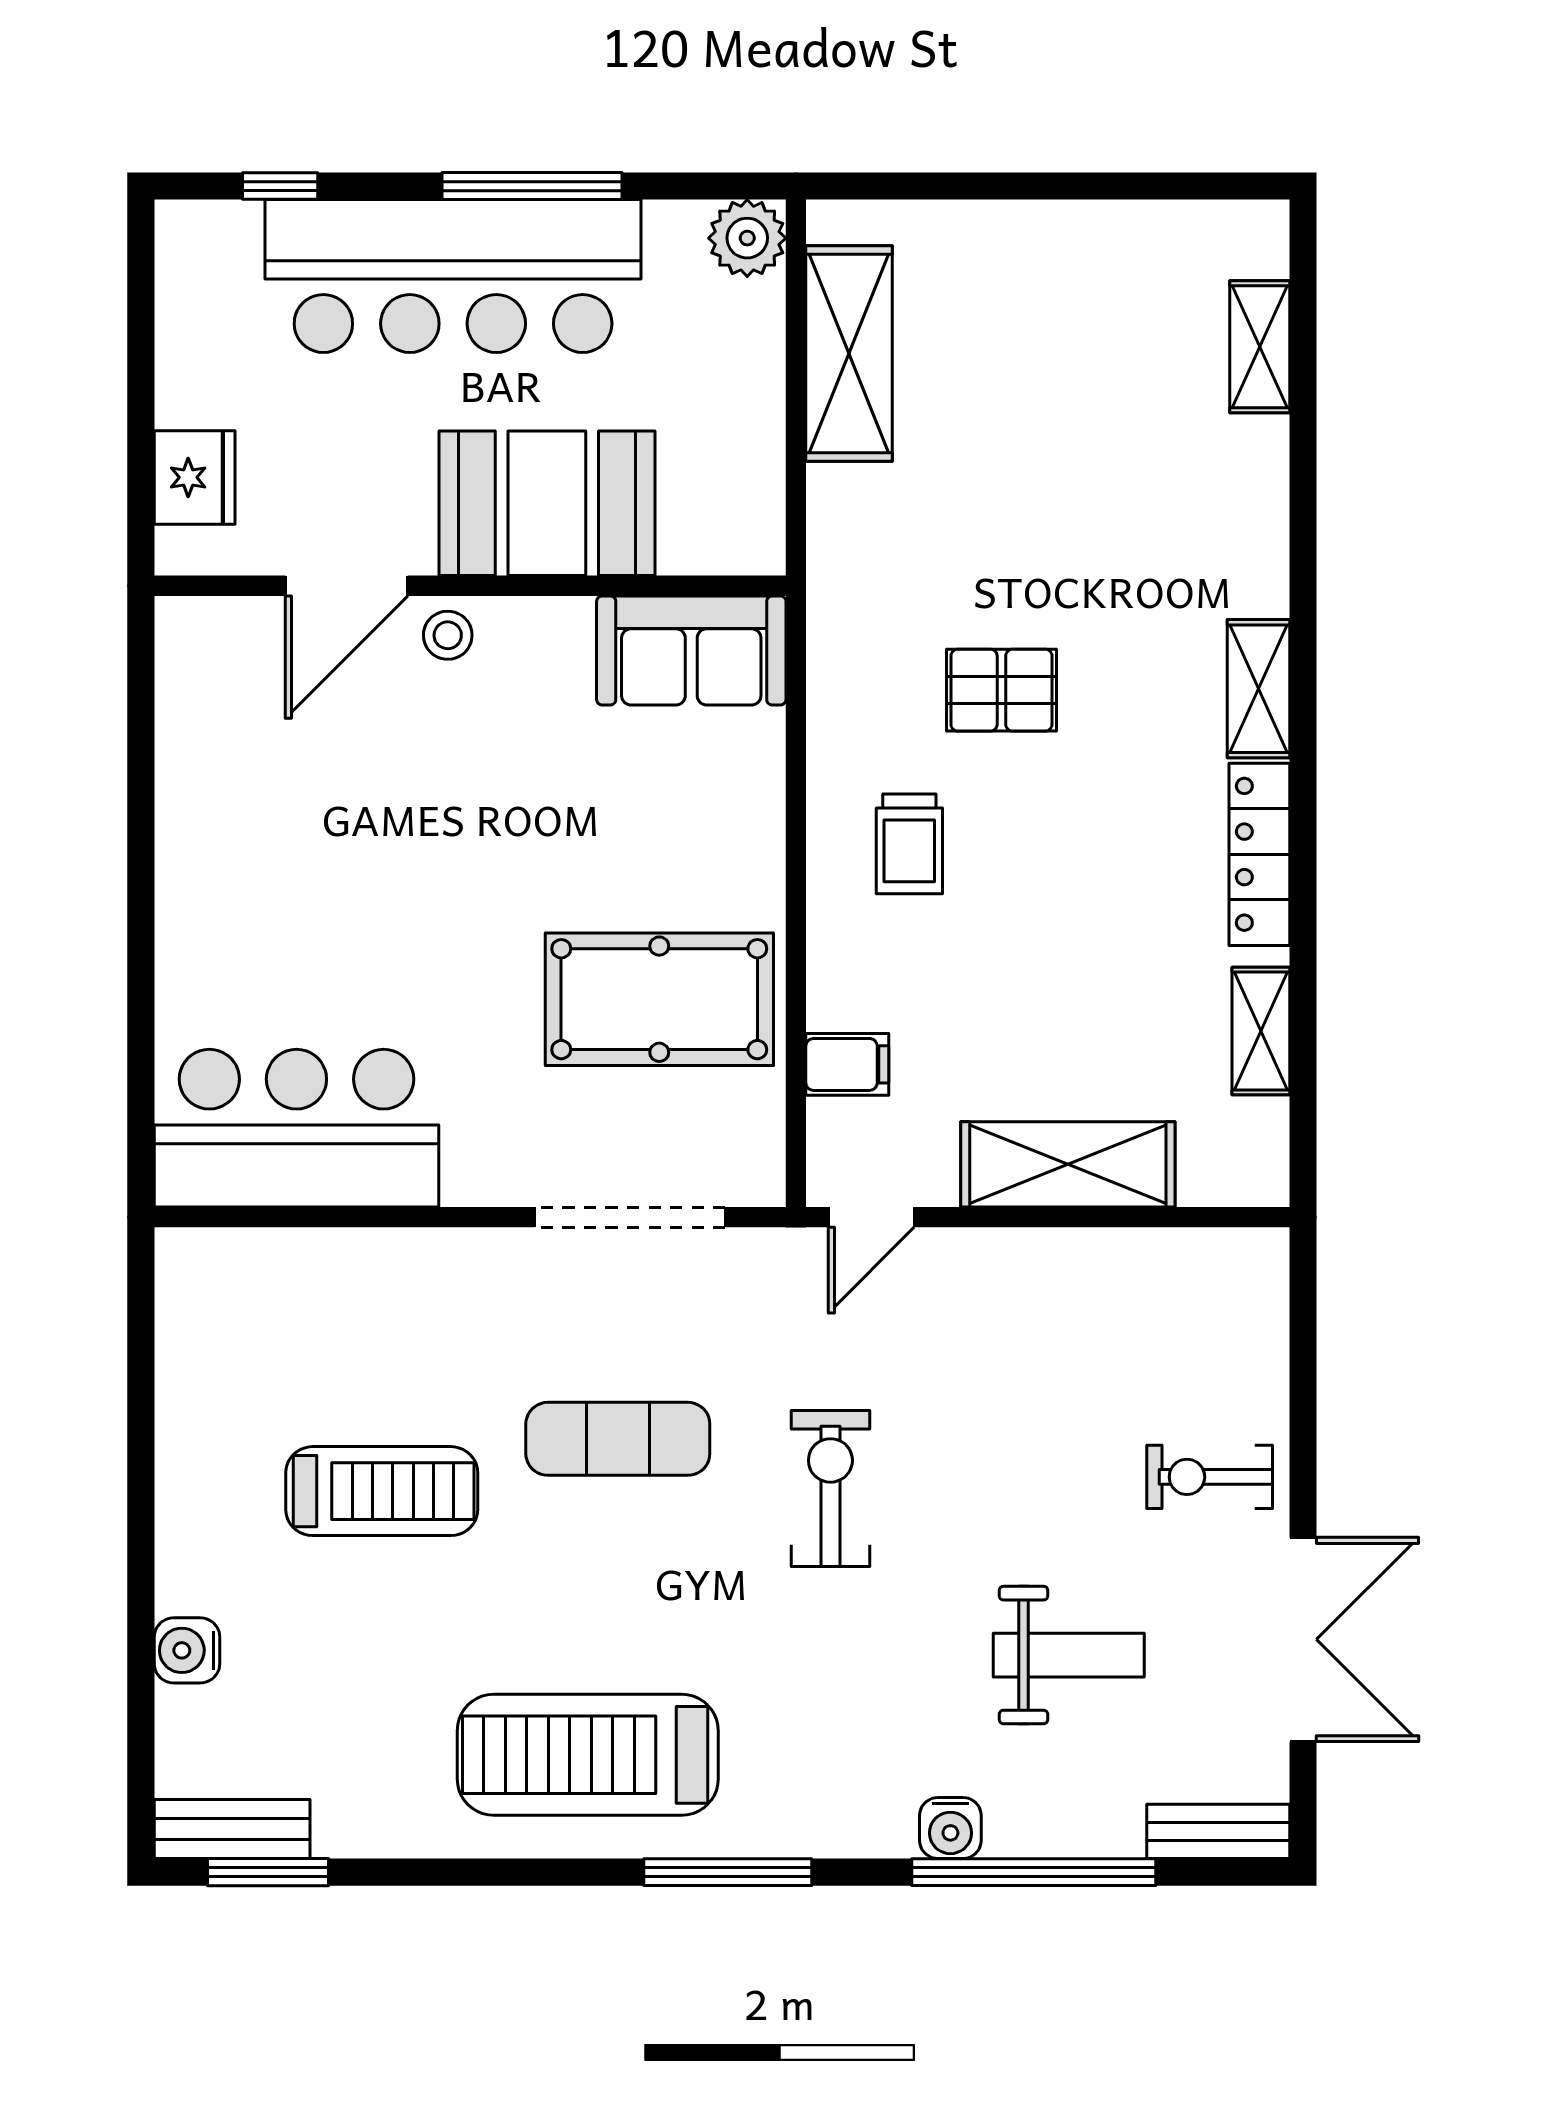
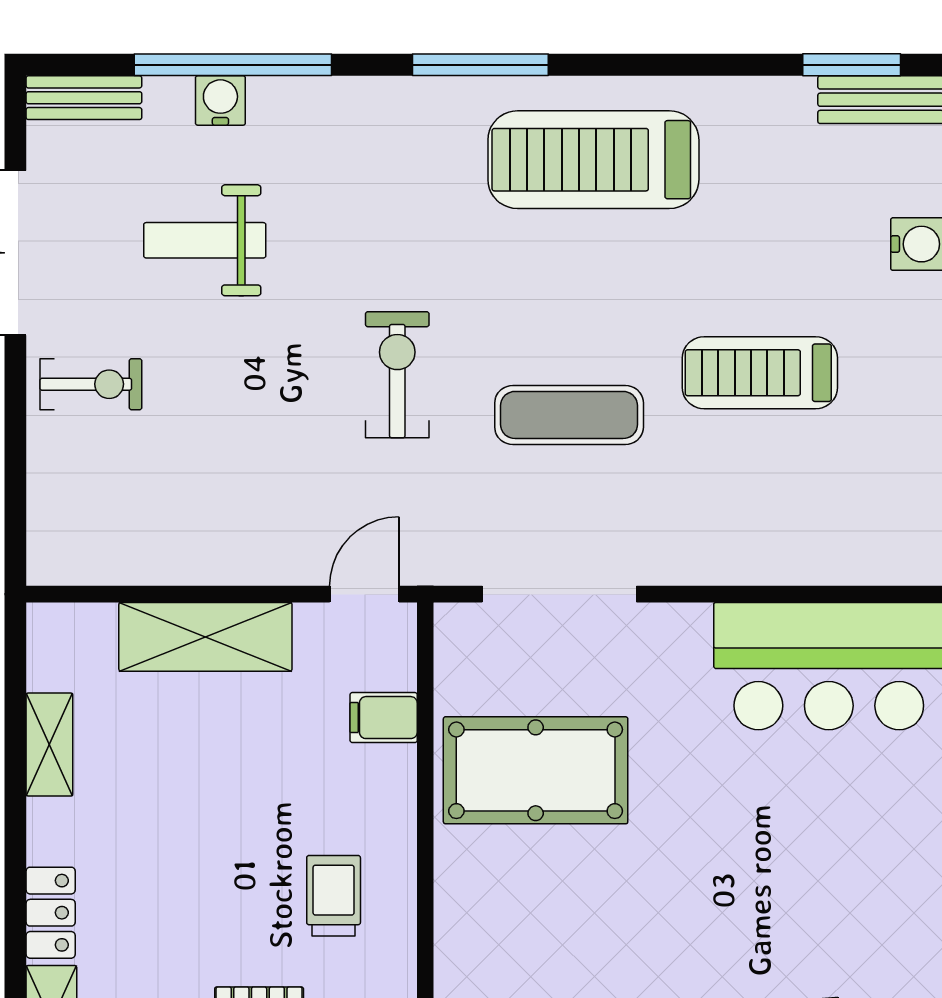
locker: (1259, 854) -> (51, 913), width x0.66
exercise bike: (830, 1489) -> (397, 375), turned 180
treadmill: (588, 1755) -> (593, 160), turned 180
water cooler: (950, 1828) -> (220, 101), moved

